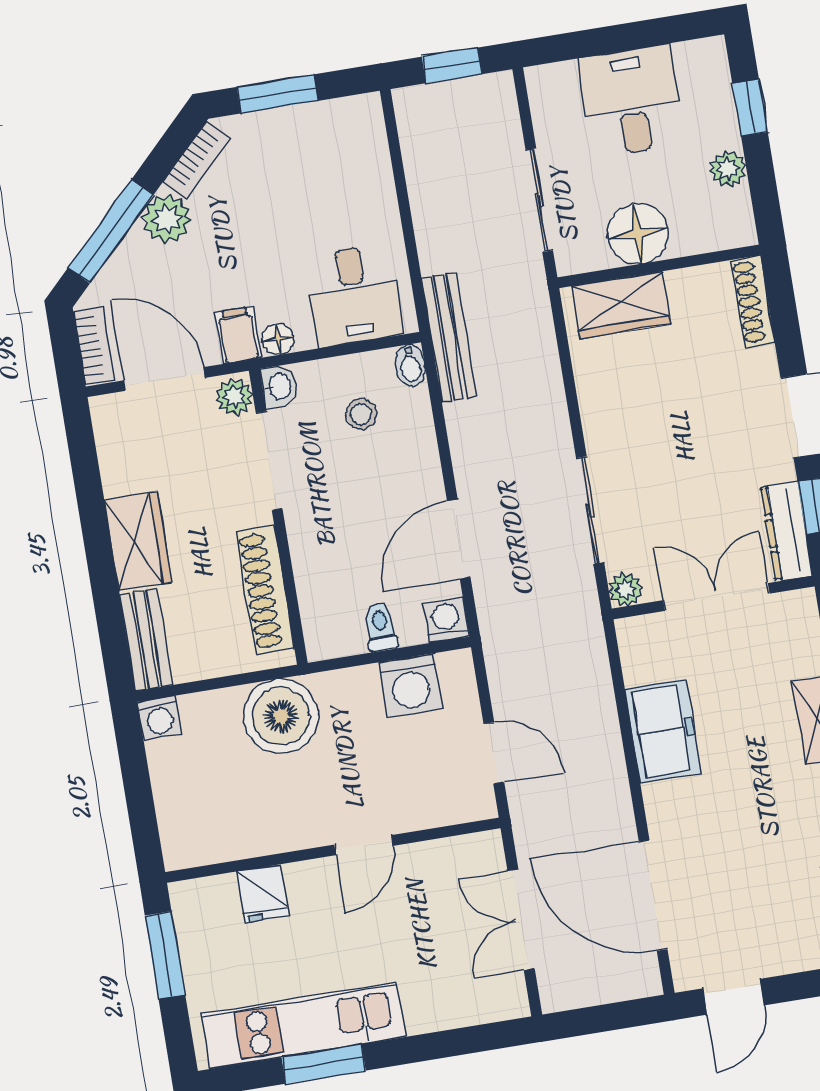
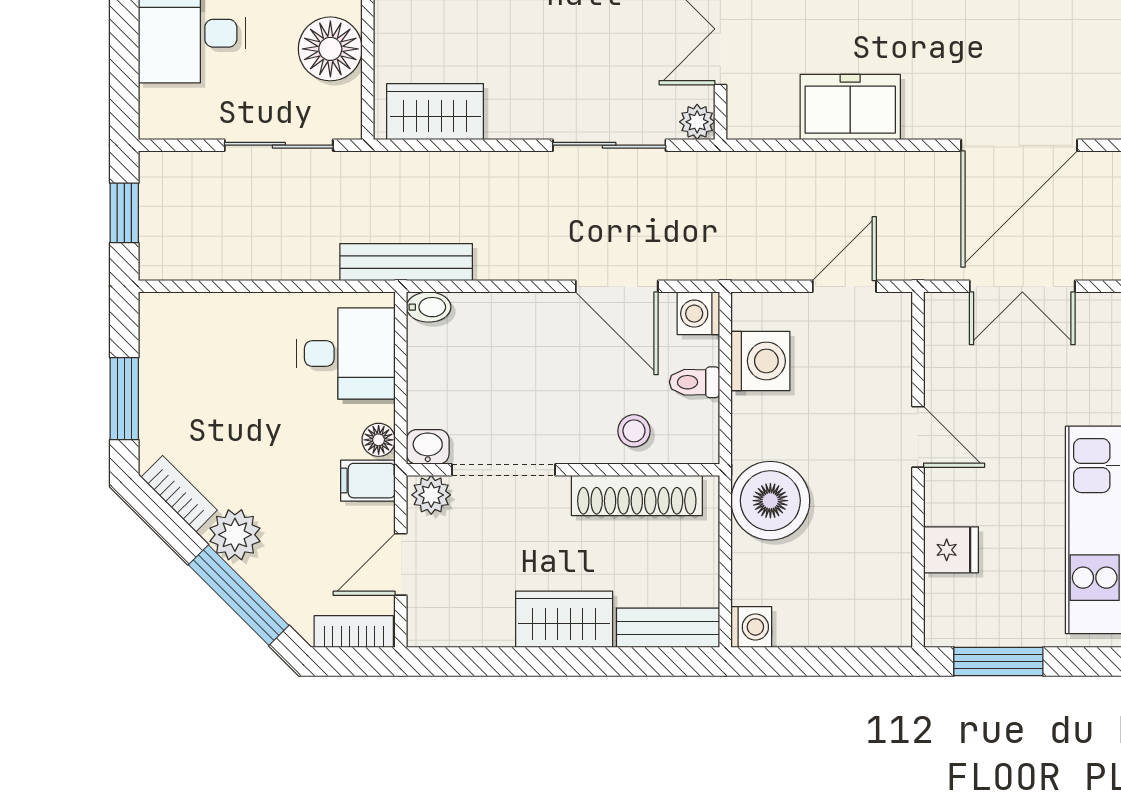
wardrobe: (621, 305) -> (435, 112), moved, turned -90
door: (164, 379) -> (401, 564), width x0.73
stool: (361, 414) -> (634, 431), moved

